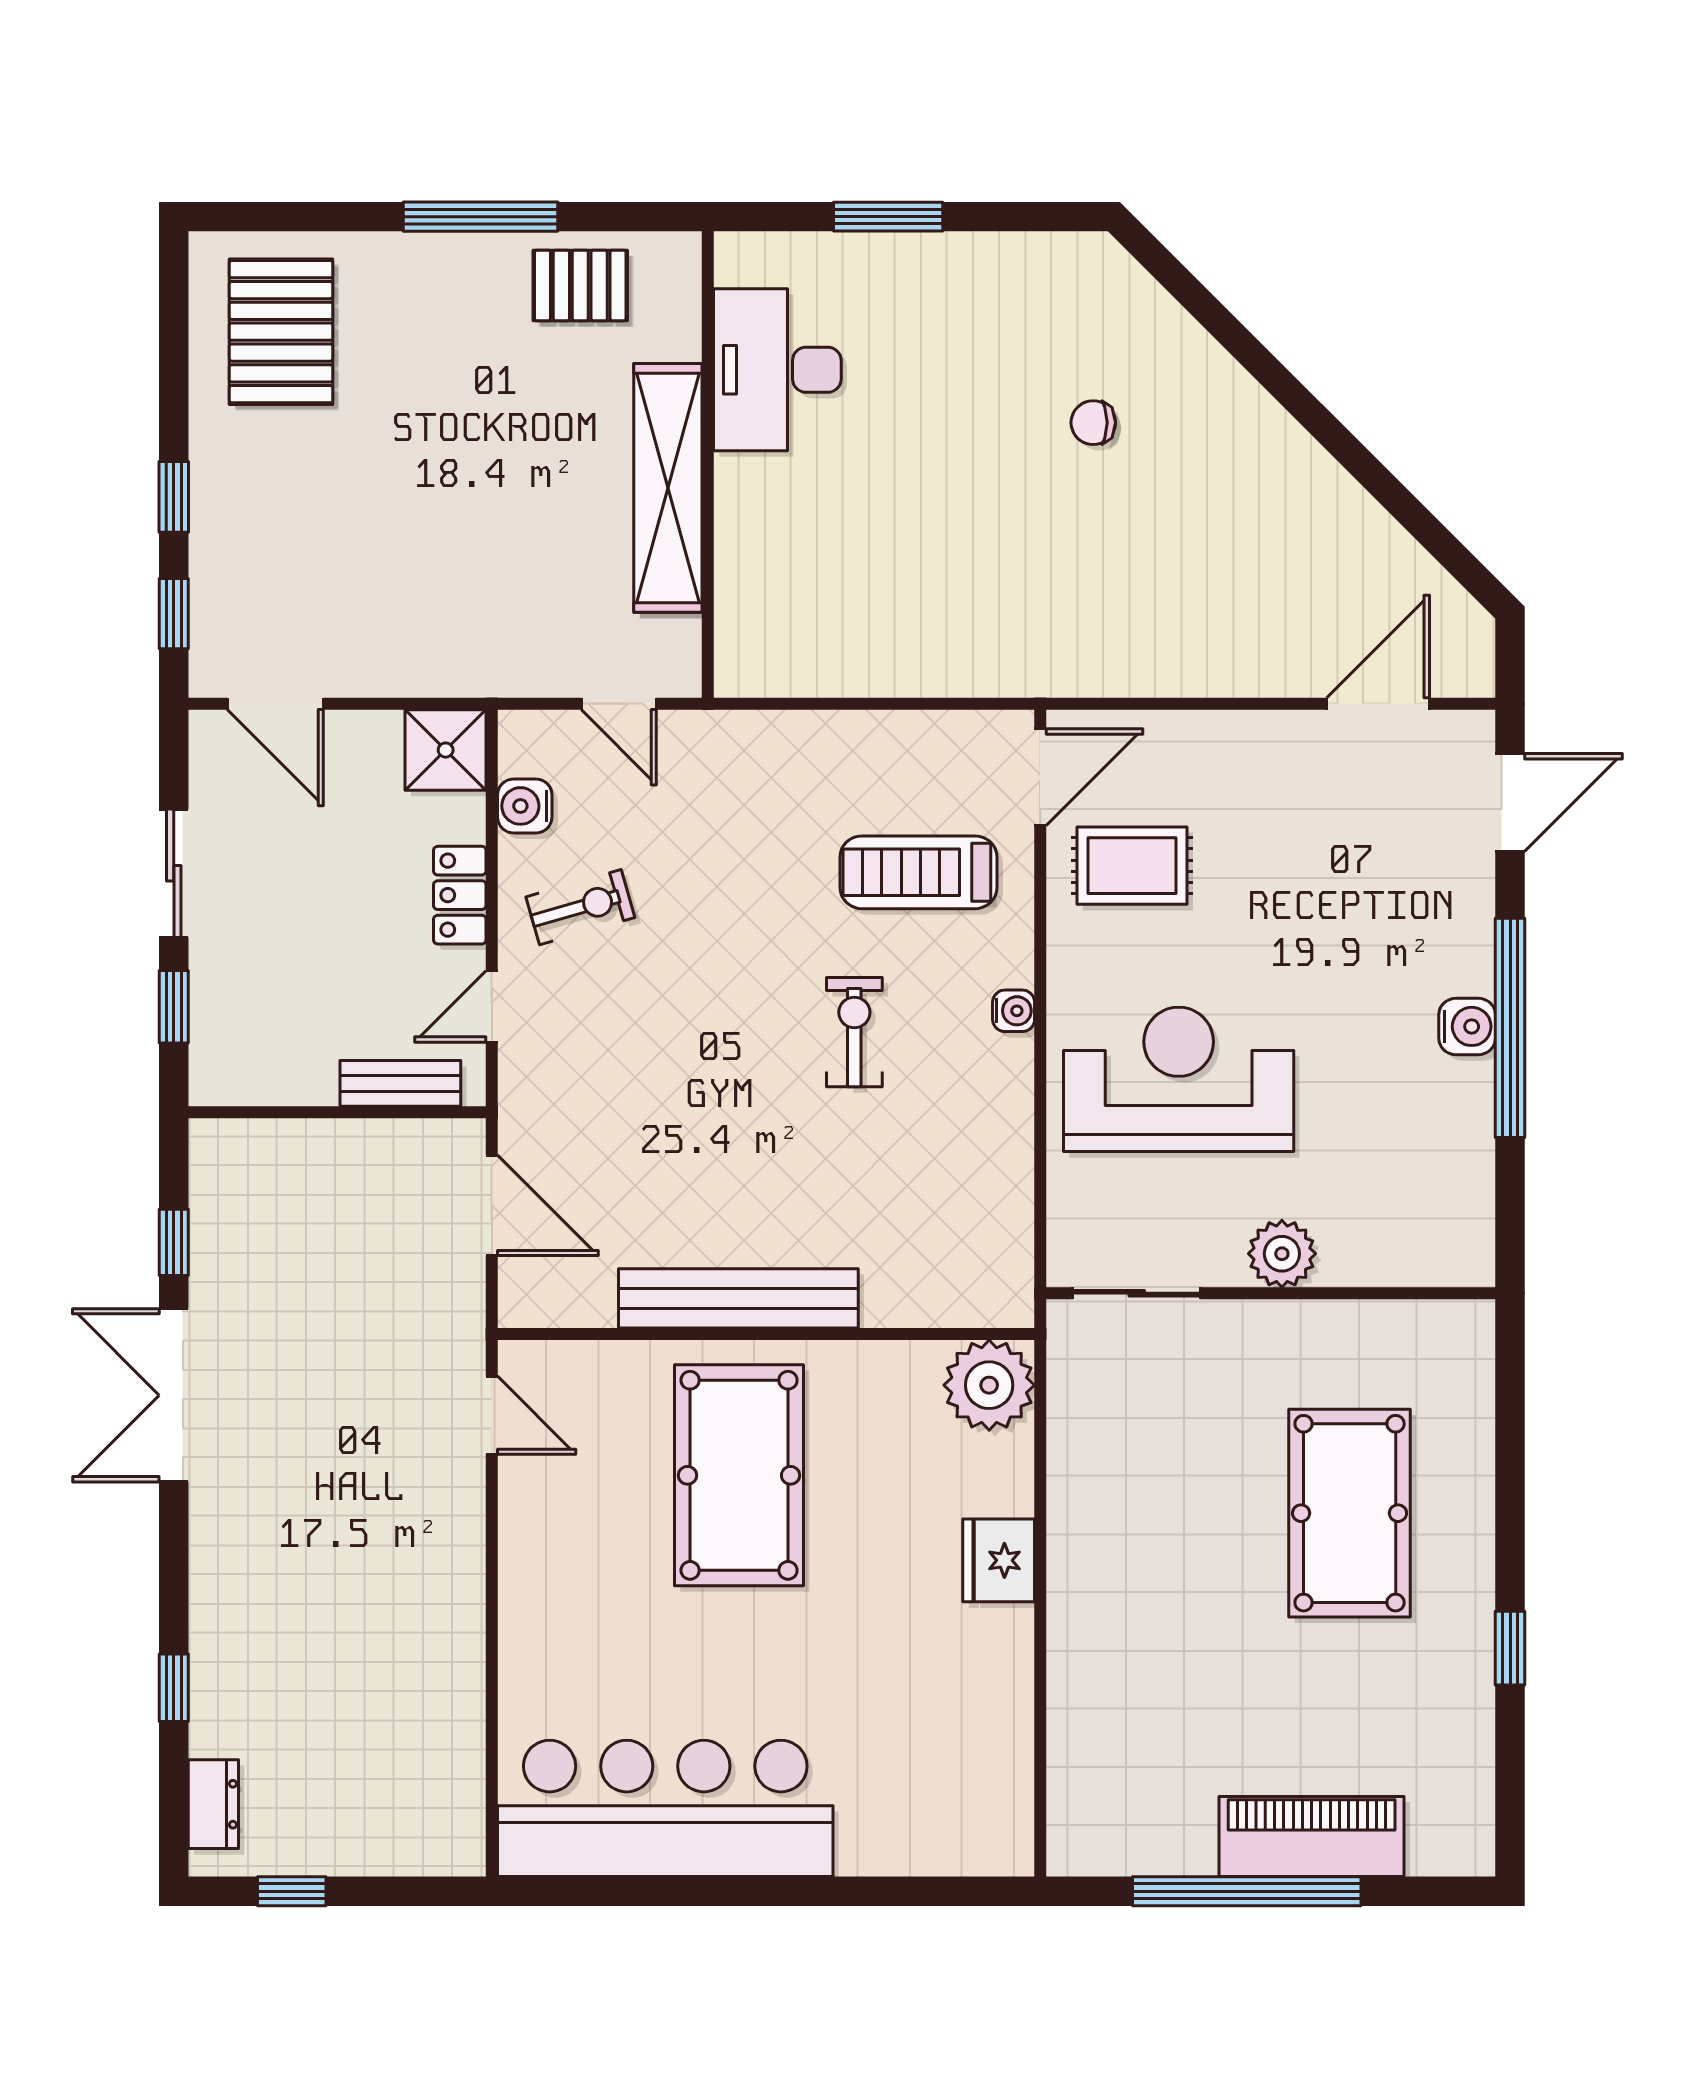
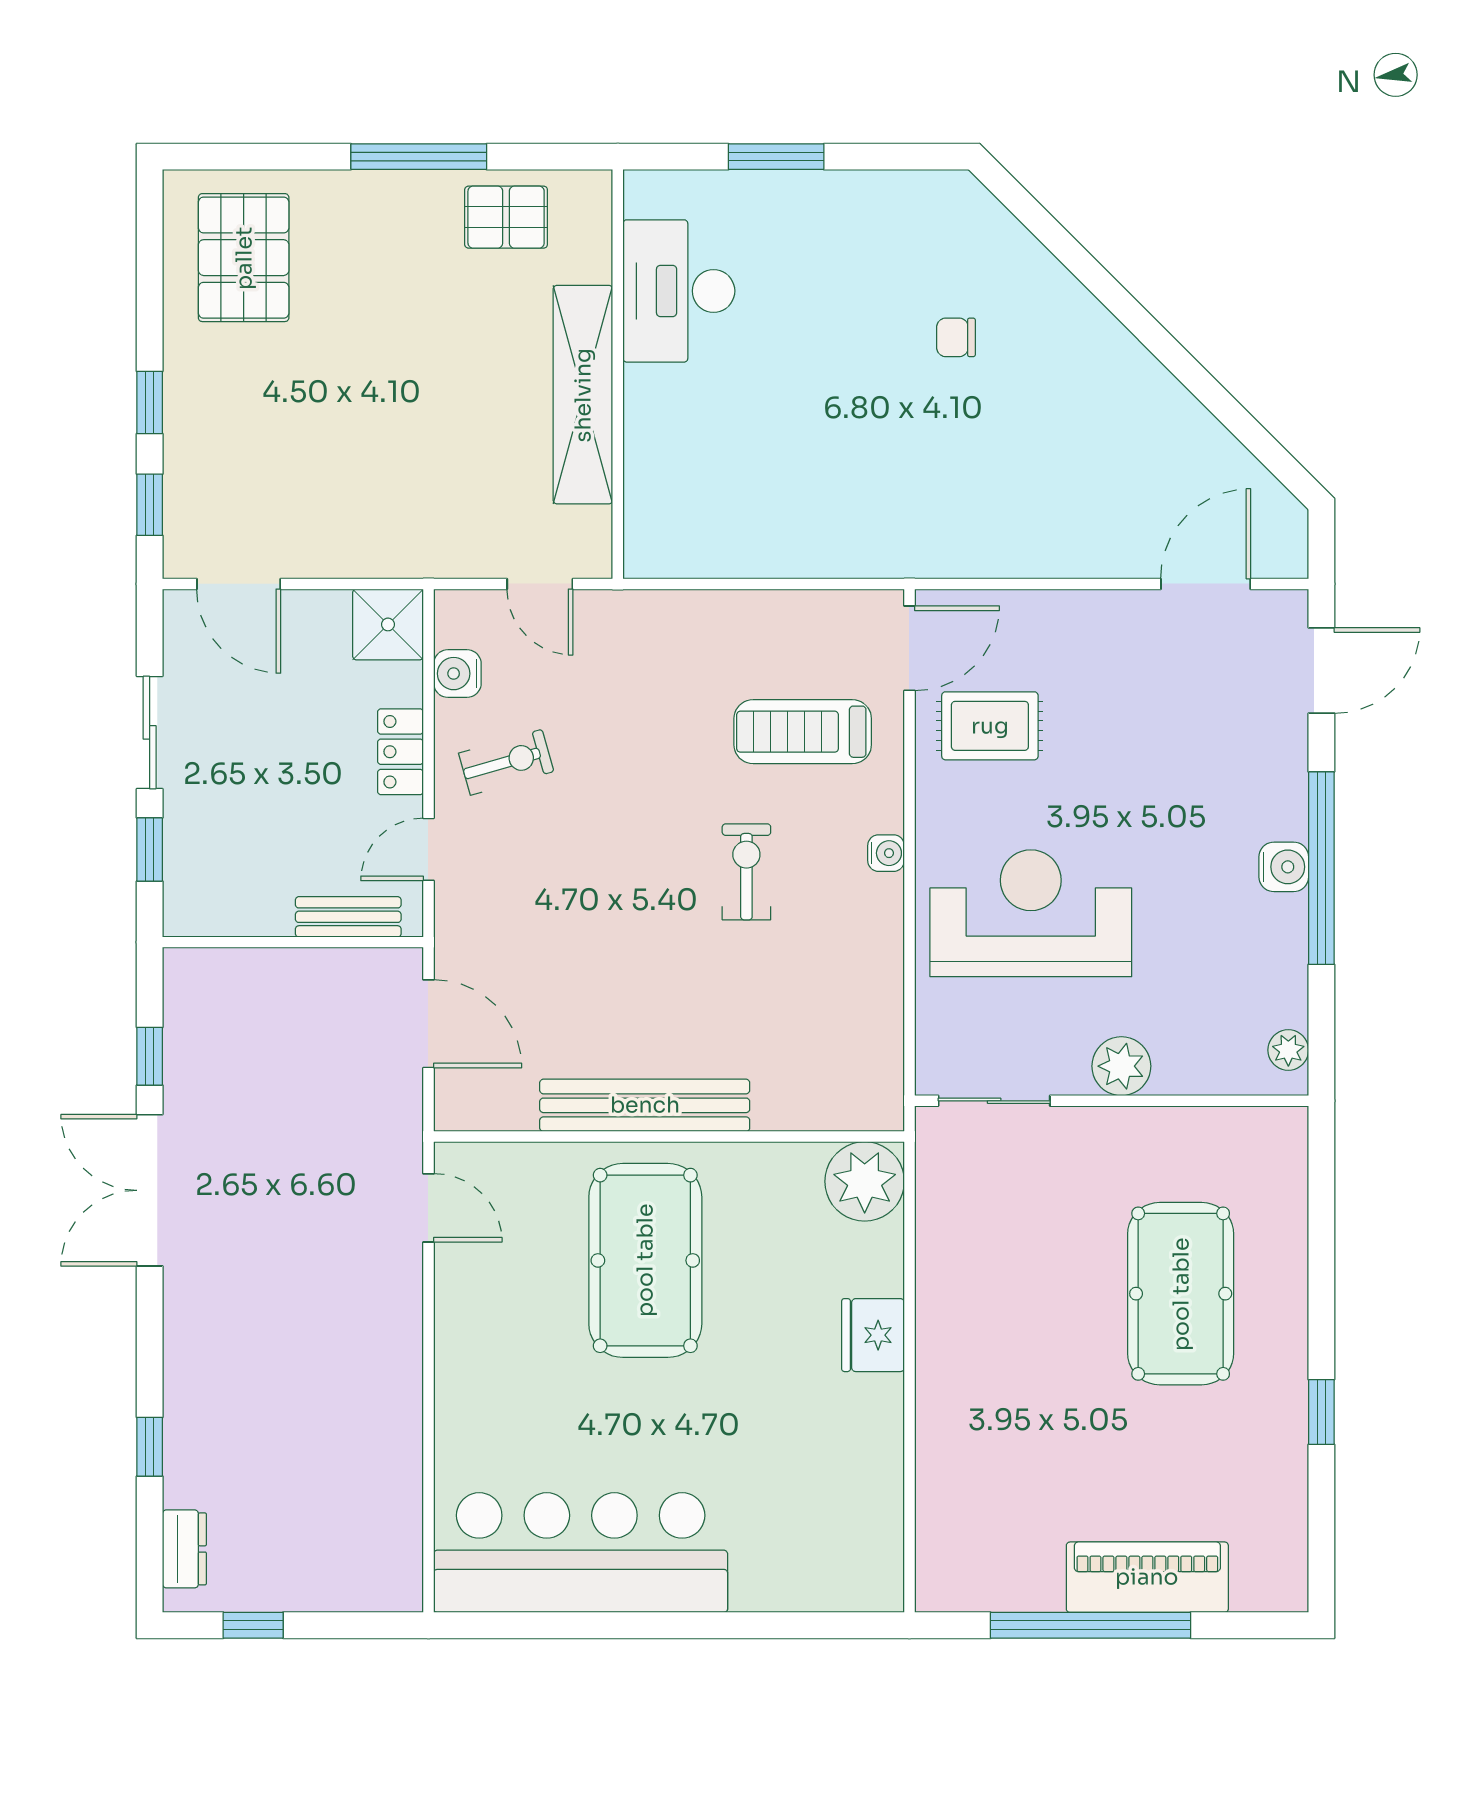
plant: (1472, 1235) -> (1288, 1050), added

